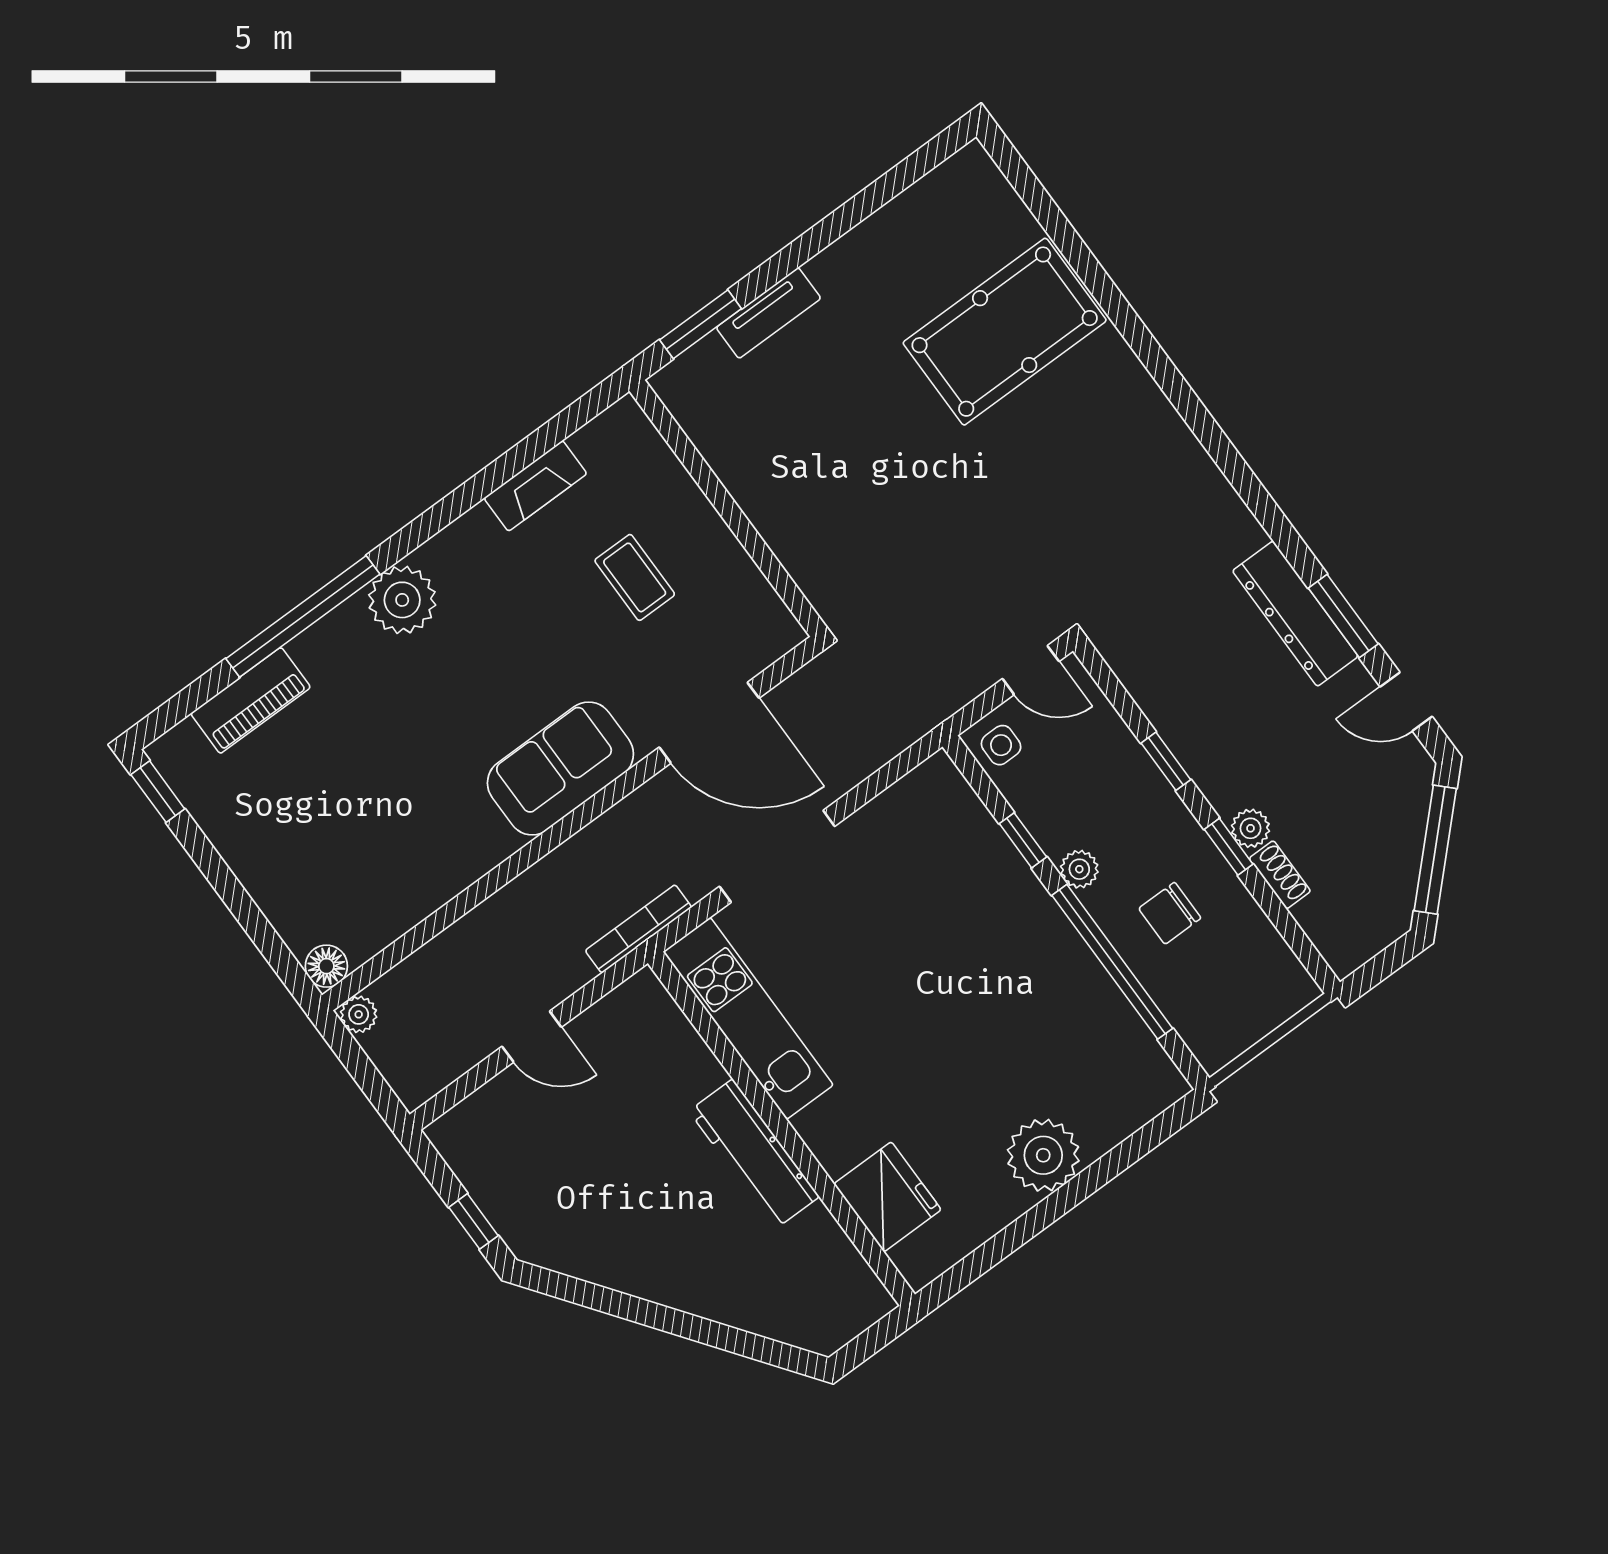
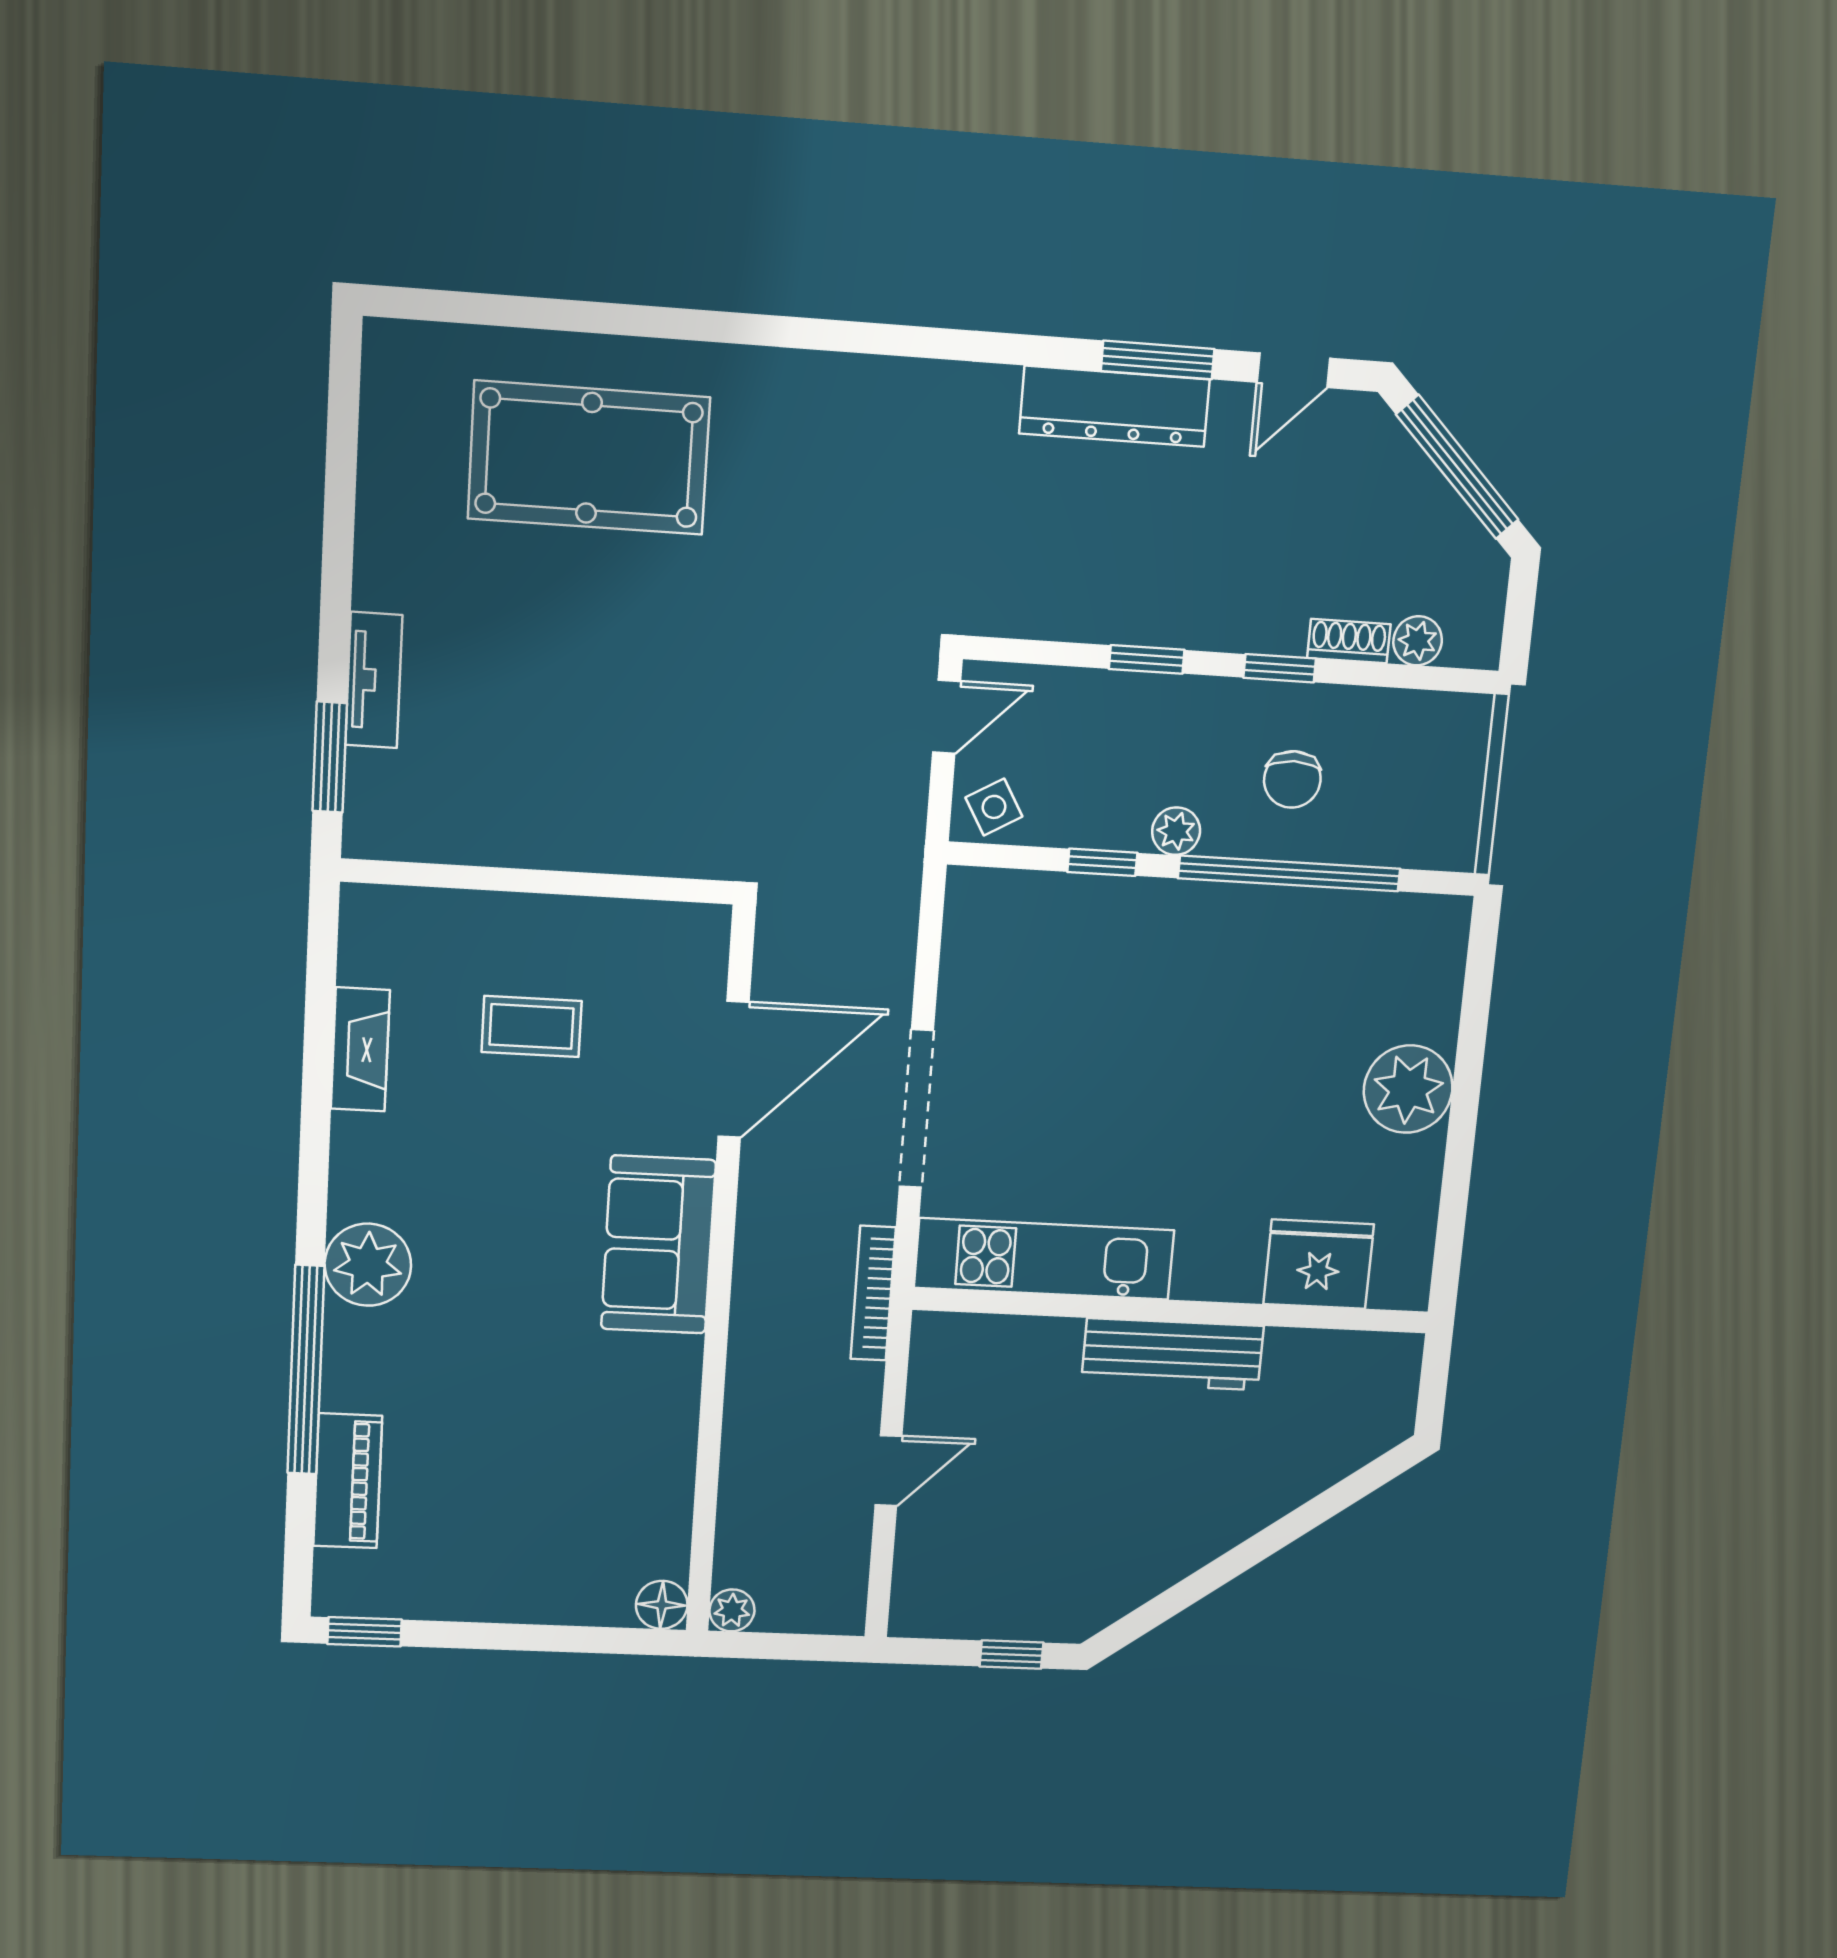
pool table: (1005, 332) -> (589, 458), turned 90
side table: (1001, 745) -> (994, 807), turned -30
plant: (1250, 828) -> (1418, 641), moved

